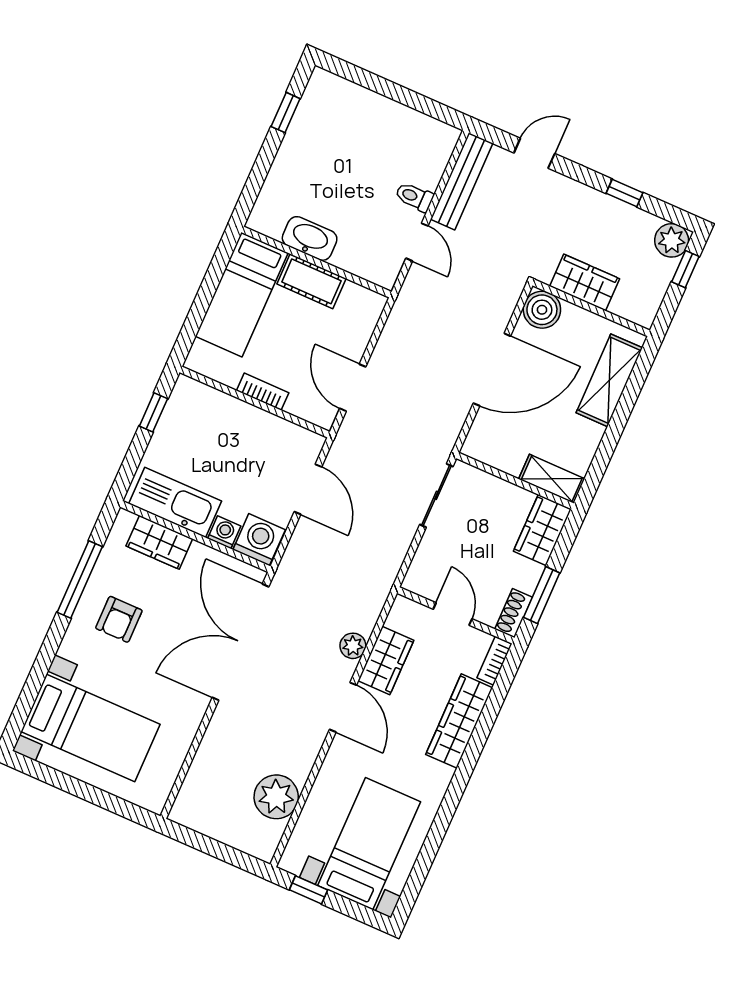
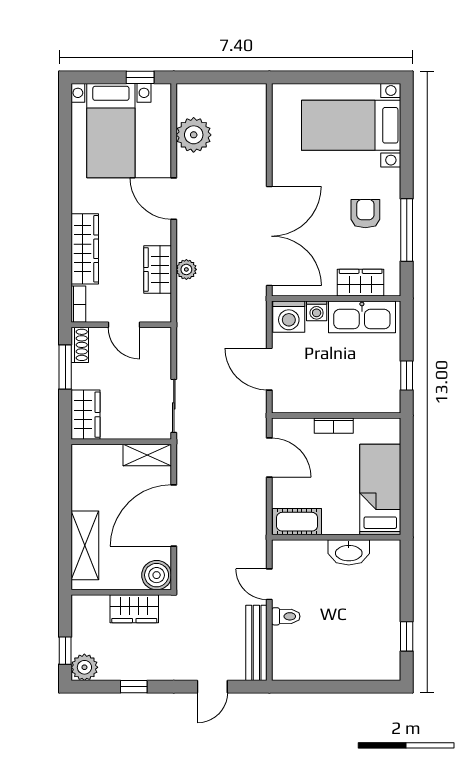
cot: (311, 281) -> (297, 522), moved
shelving: (552, 479) -> (147, 455), moved
door: (343, 707) -> (174, 199), moved

